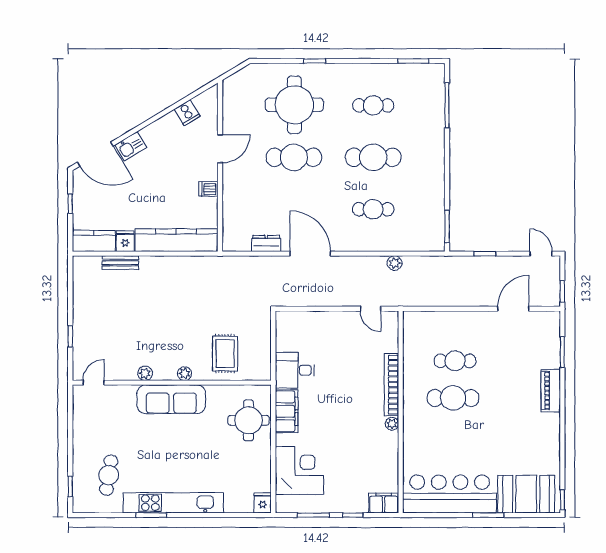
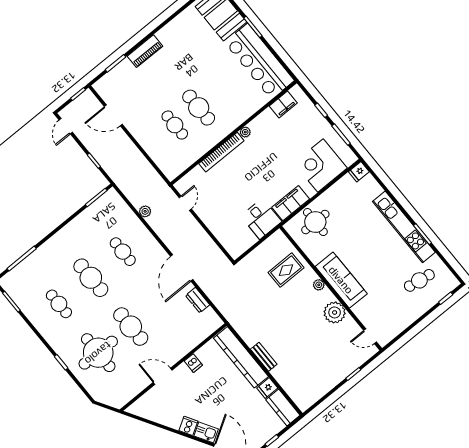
cooker: (187, 113) -> (188, 426), moved
bench: (120, 263) -> (264, 357), moved
plant: (145, 373) -> (335, 312), width x1.88, depth x1.88
filing cabinet: (384, 503) -> (283, 104), moved, turned -90

